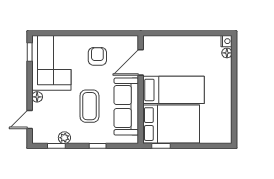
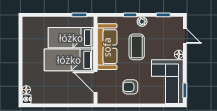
armchair: (97, 56) -> (130, 87), turned 90
door: (141, 62) -> (95, 82), swing flipped
door: (30, 120) -> (185, 36), hinge flipped
bed: (171, 124) -> (71, 38), width x0.67
plant: (64, 138) -> (142, 22), moved

